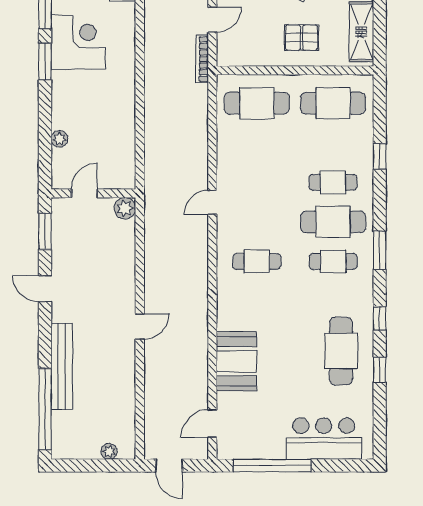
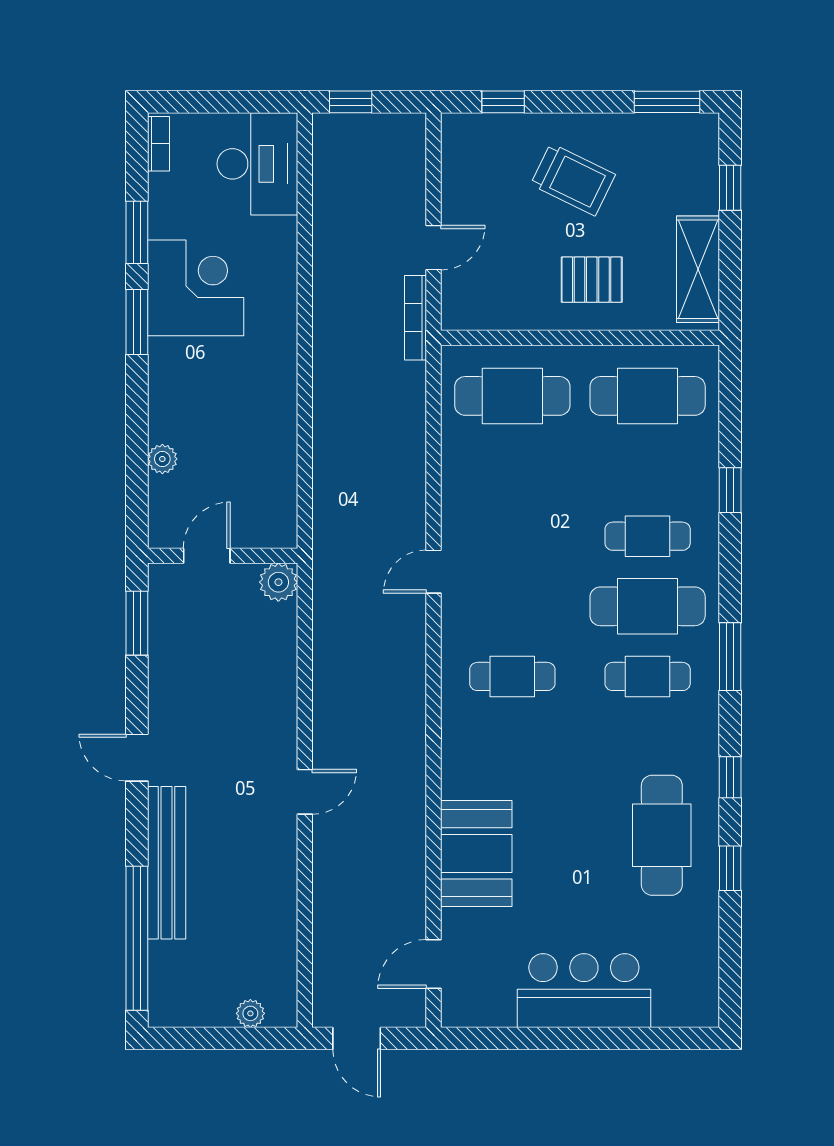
door: (45, 289) -> (137, 758), moved
bar counter: (324, 439) -> (584, 991), moved
window: (272, 465) -> (540, 1038), removed

